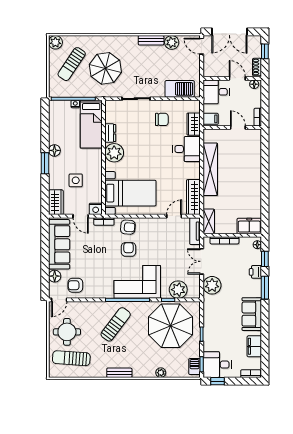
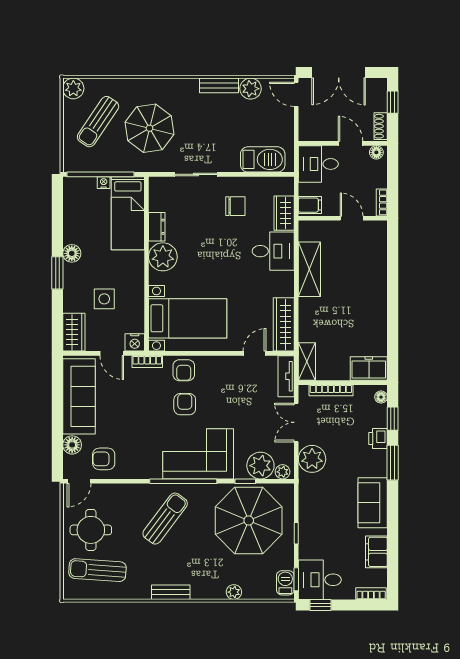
shelving: (210, 169) -> (309, 269), width x0.68
armchair: (128, 227) -> (184, 370), turned 85
plant: (193, 294) -> (283, 472), added

